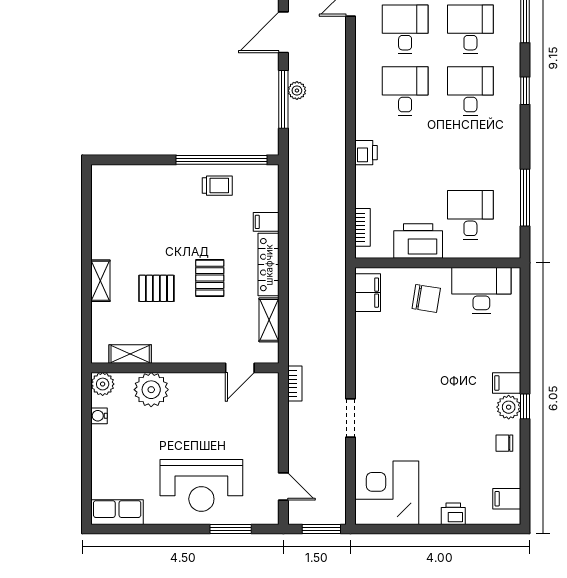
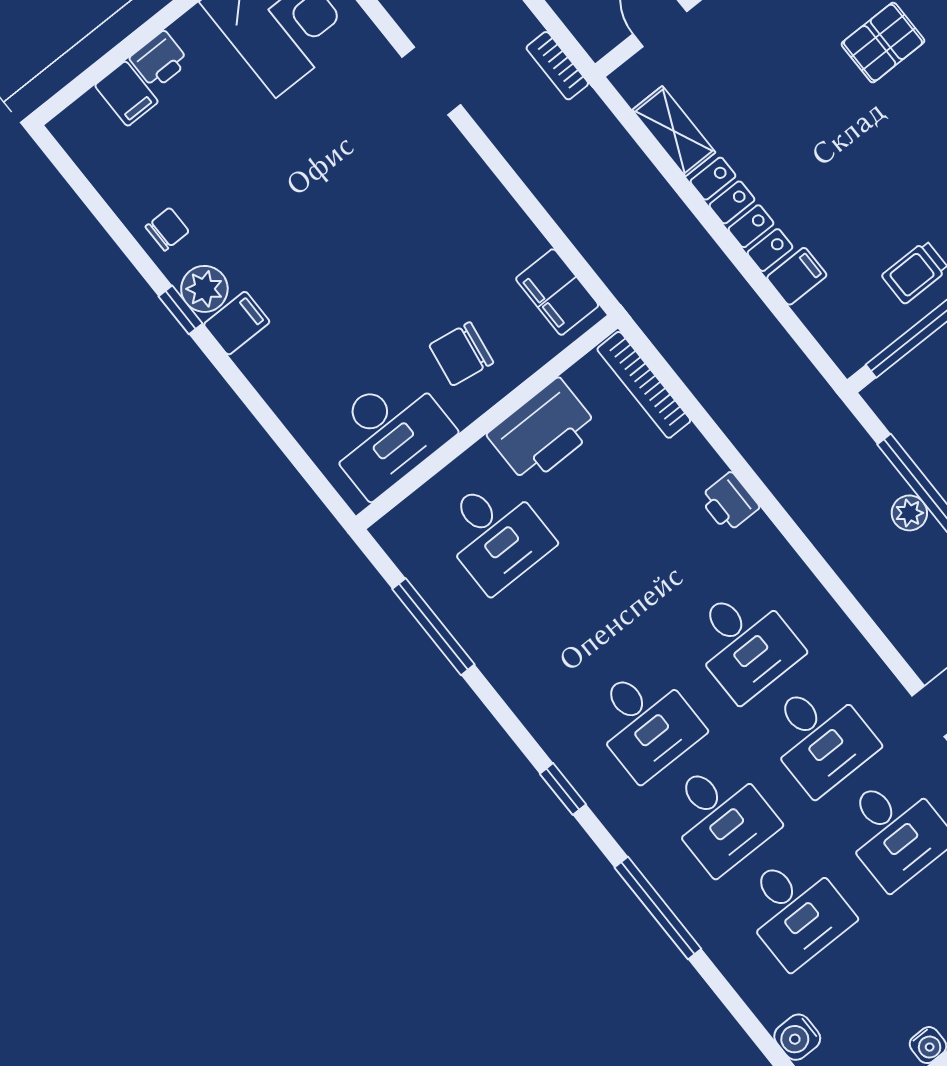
bookcase: (363, 227) -> (644, 385), width x1.56
pallet: (210, 278) -> (814, 123), removed
filing cabinet: (507, 499) -> (126, 94), moved, turned 90

